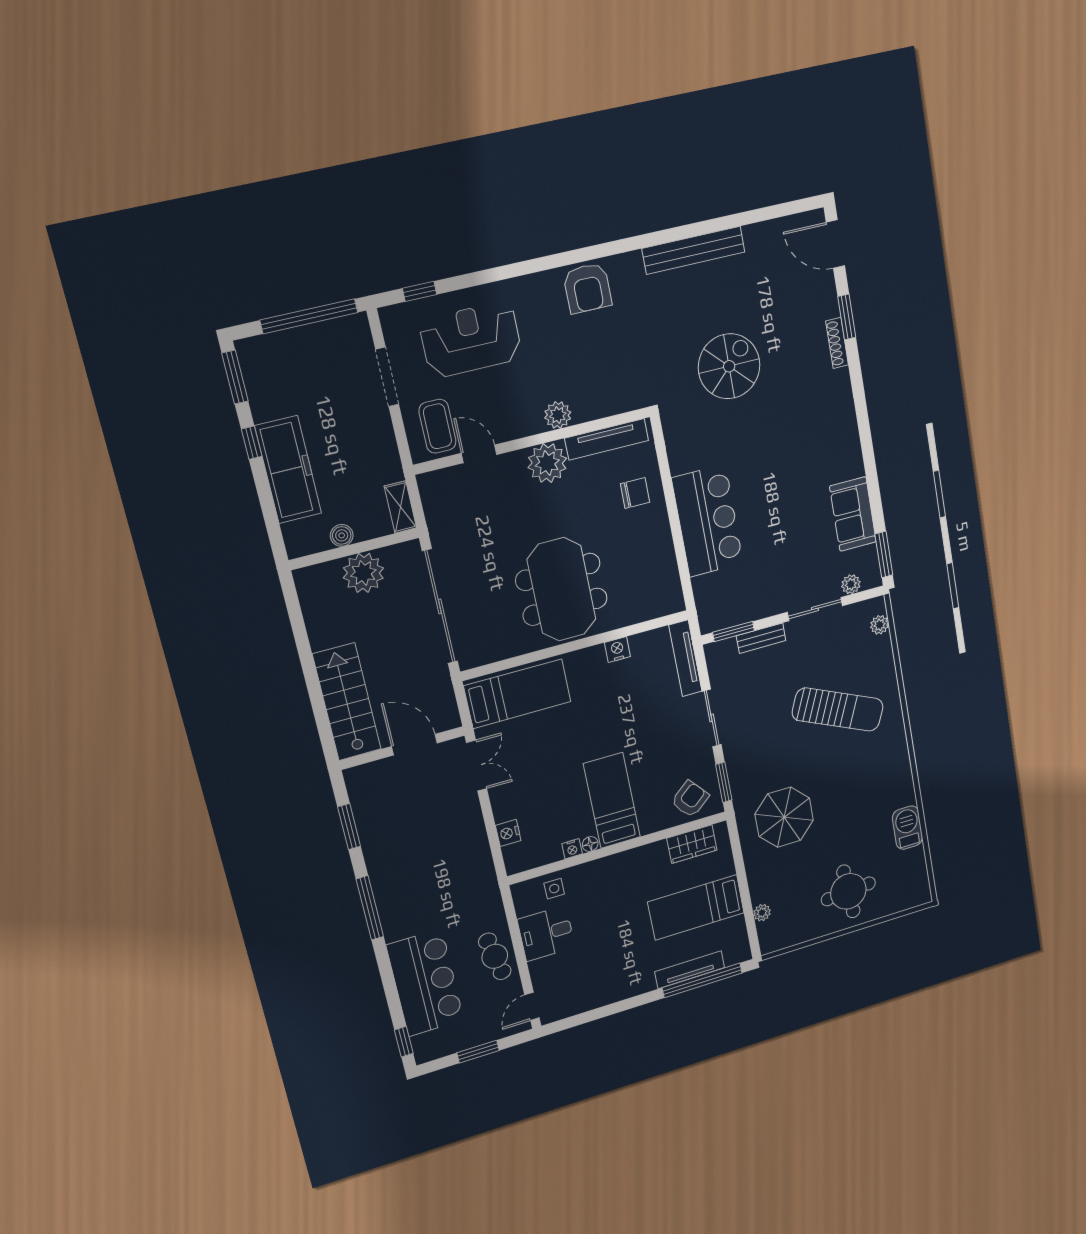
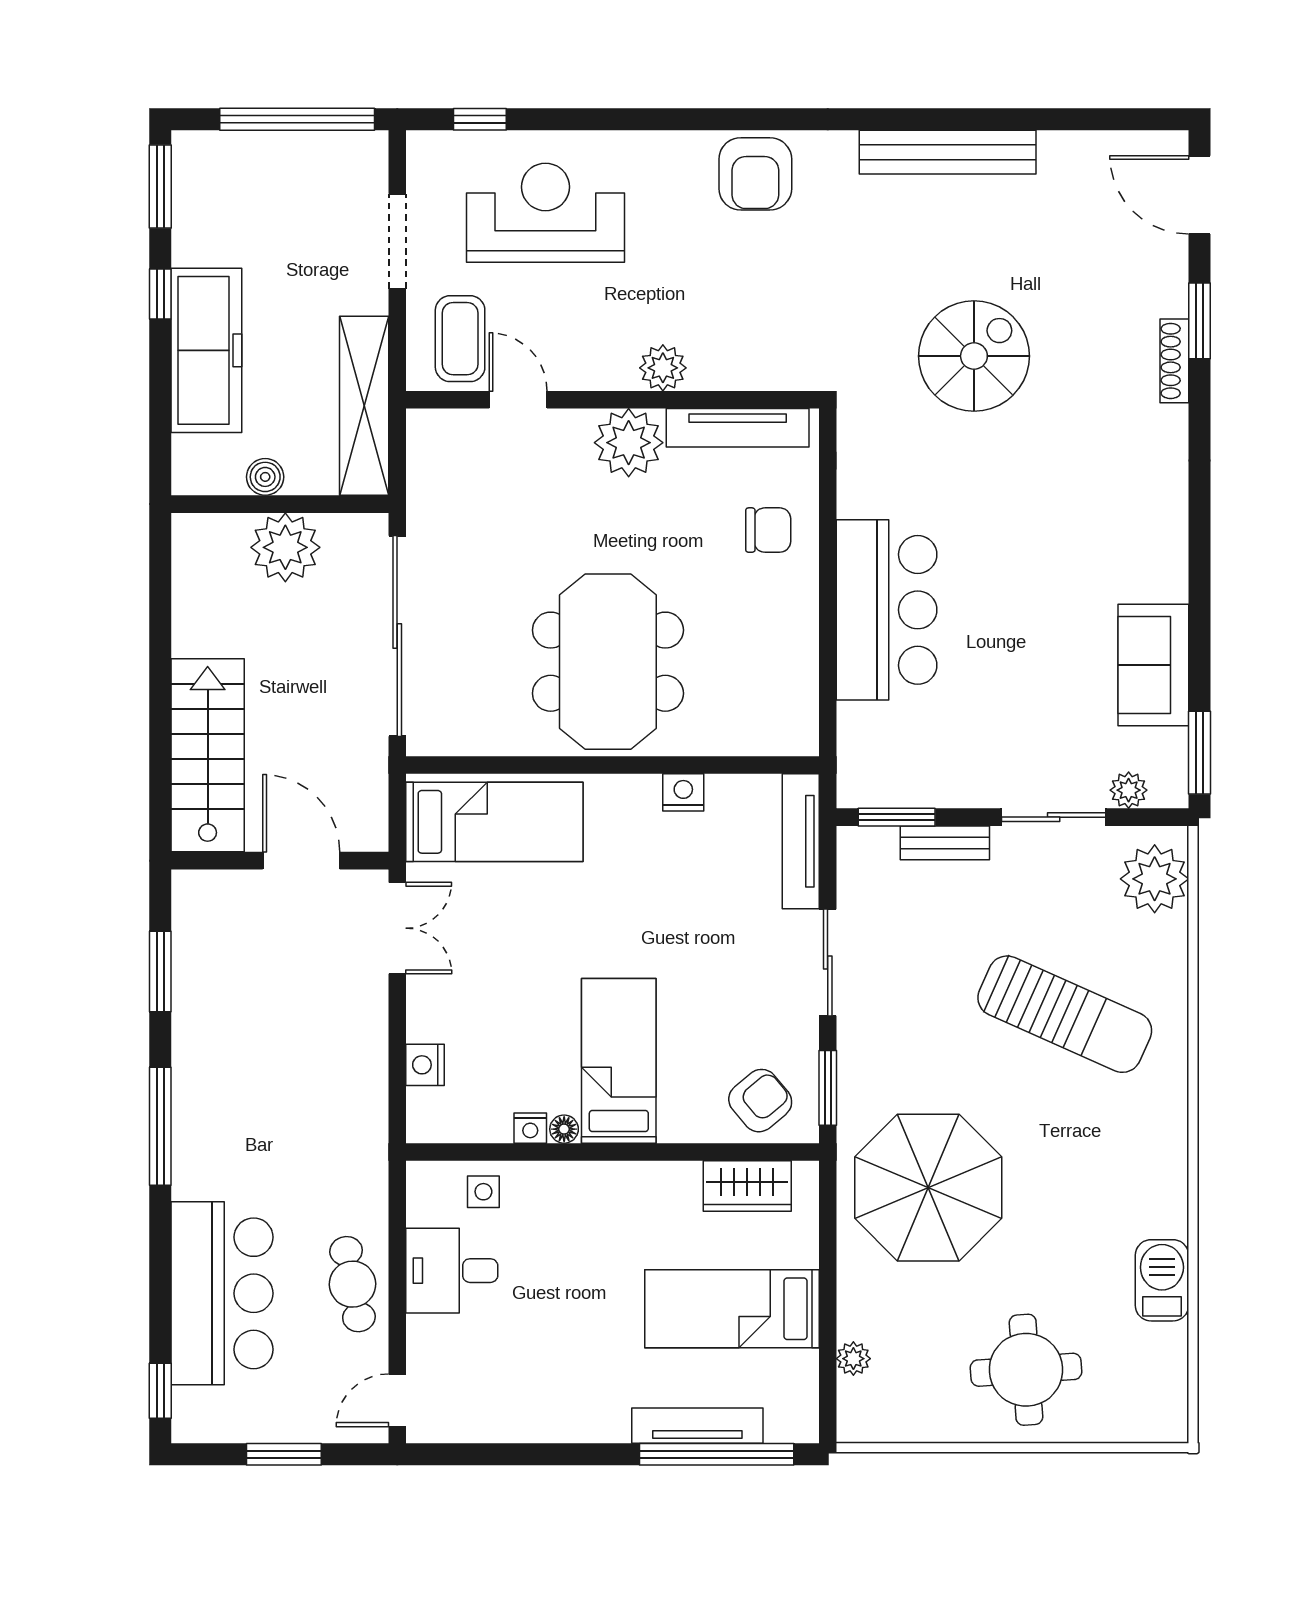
shelving: (400, 507) -> (364, 406), width x2.20, depth x1.33
plant: (880, 625) -> (1155, 879), width x1.88, depth x1.88
parasol: (784, 817) -> (928, 1188), width x1.36, depth x1.36

